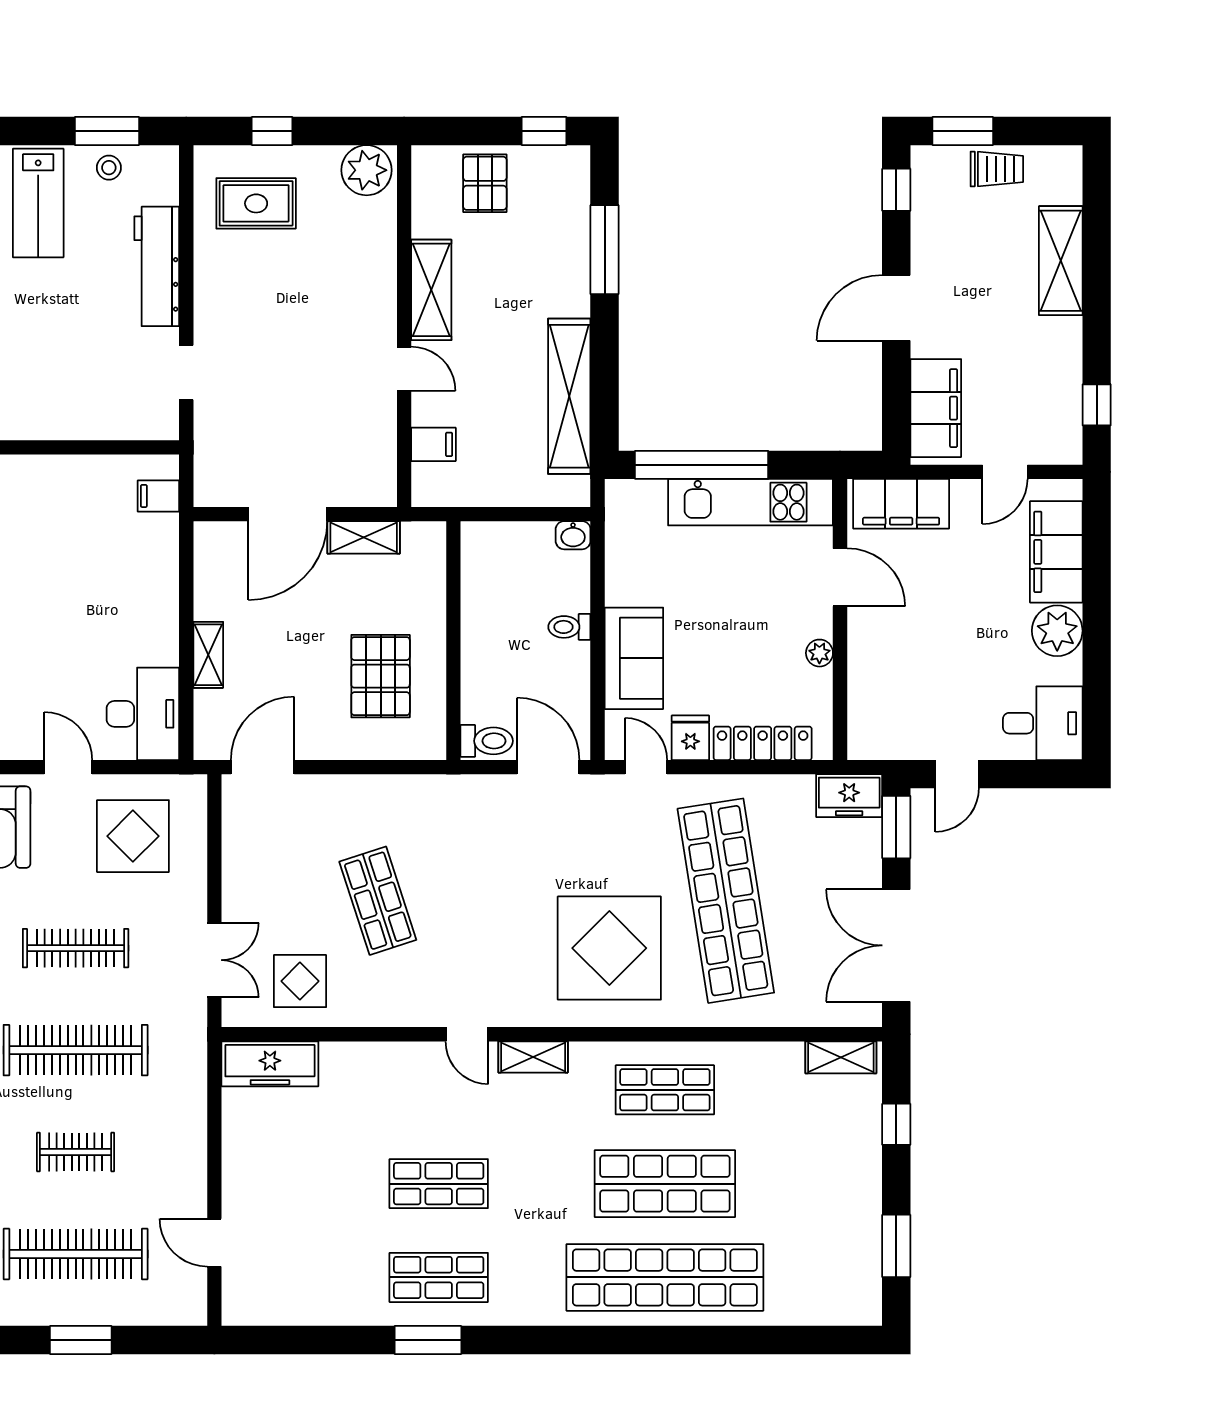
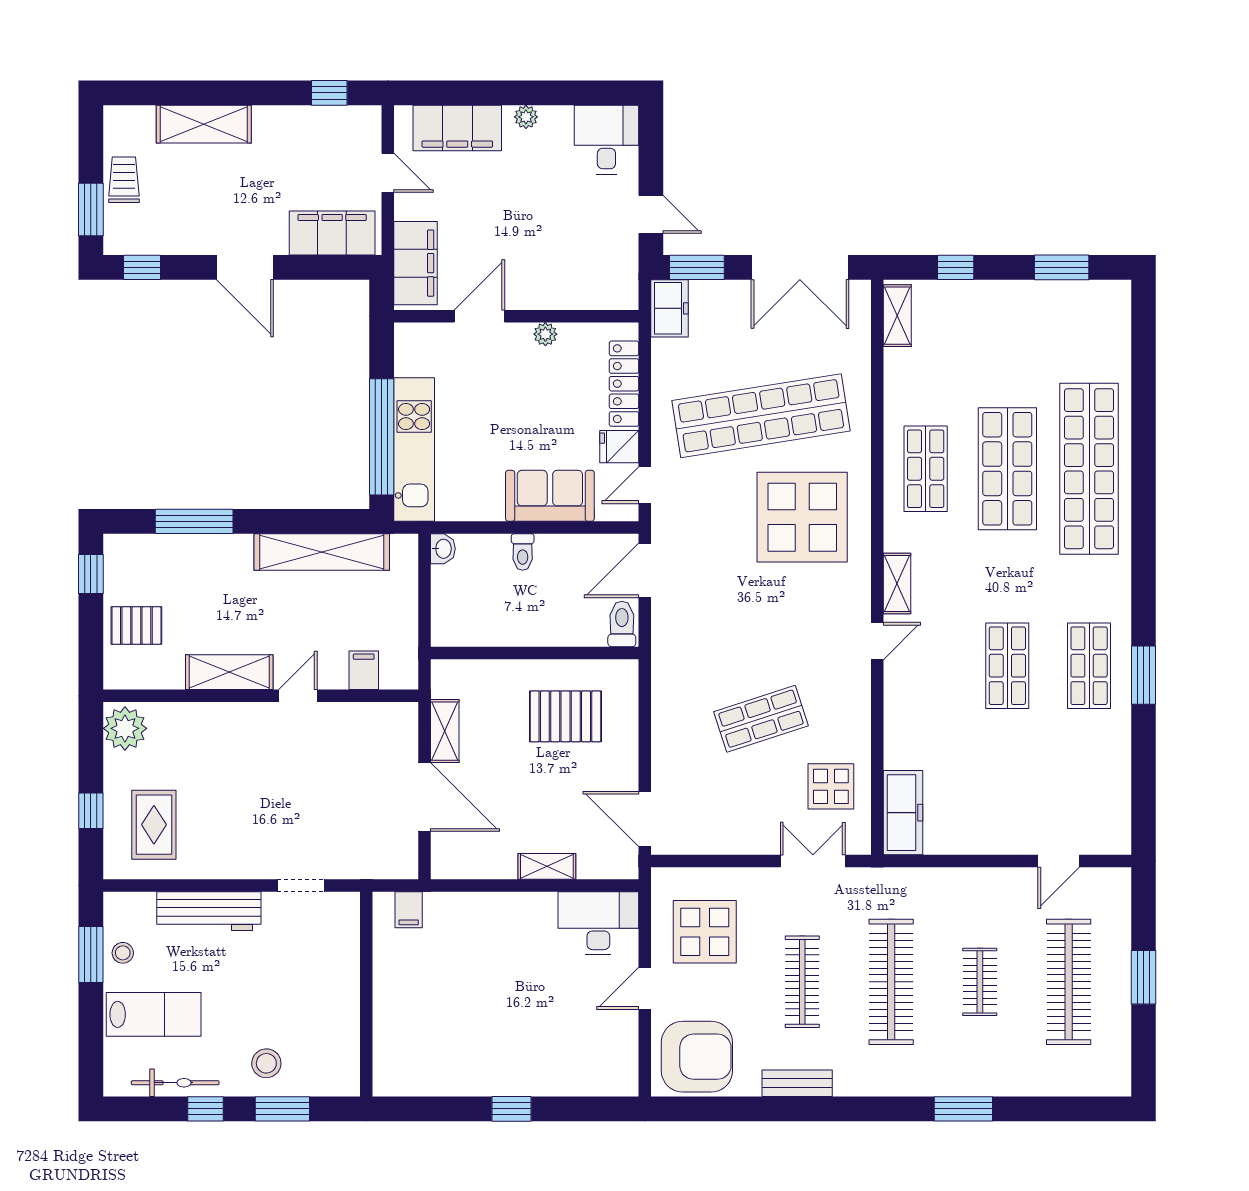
kitchen unit: (751, 502) -> (414, 450), moved
plant: (1057, 631) -> (526, 117), width x0.53, depth x0.53

